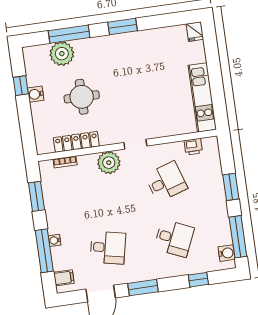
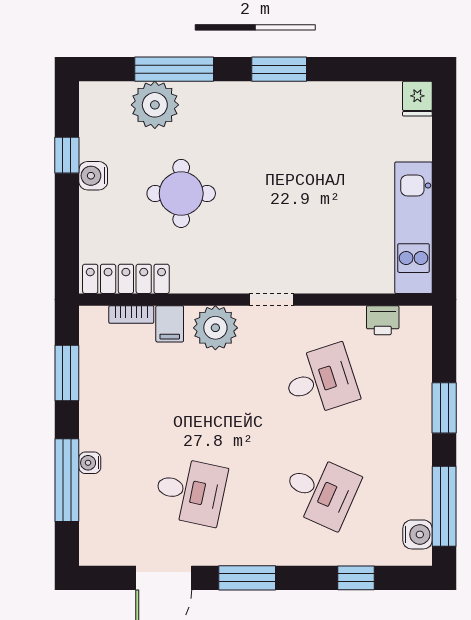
locker: (76, 142) -> (126, 279), moved
filing cabinet: (64, 278) -> (170, 324), moved, turned 90

